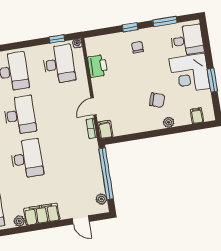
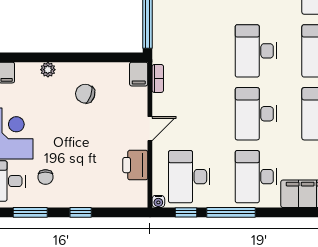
window: (26, 44) -> (231, 212), added
chair: (137, 47) -> (45, 177), moved
chair: (157, 100) -> (85, 94), moved
door: (94, 106) -> (150, 129), moved

